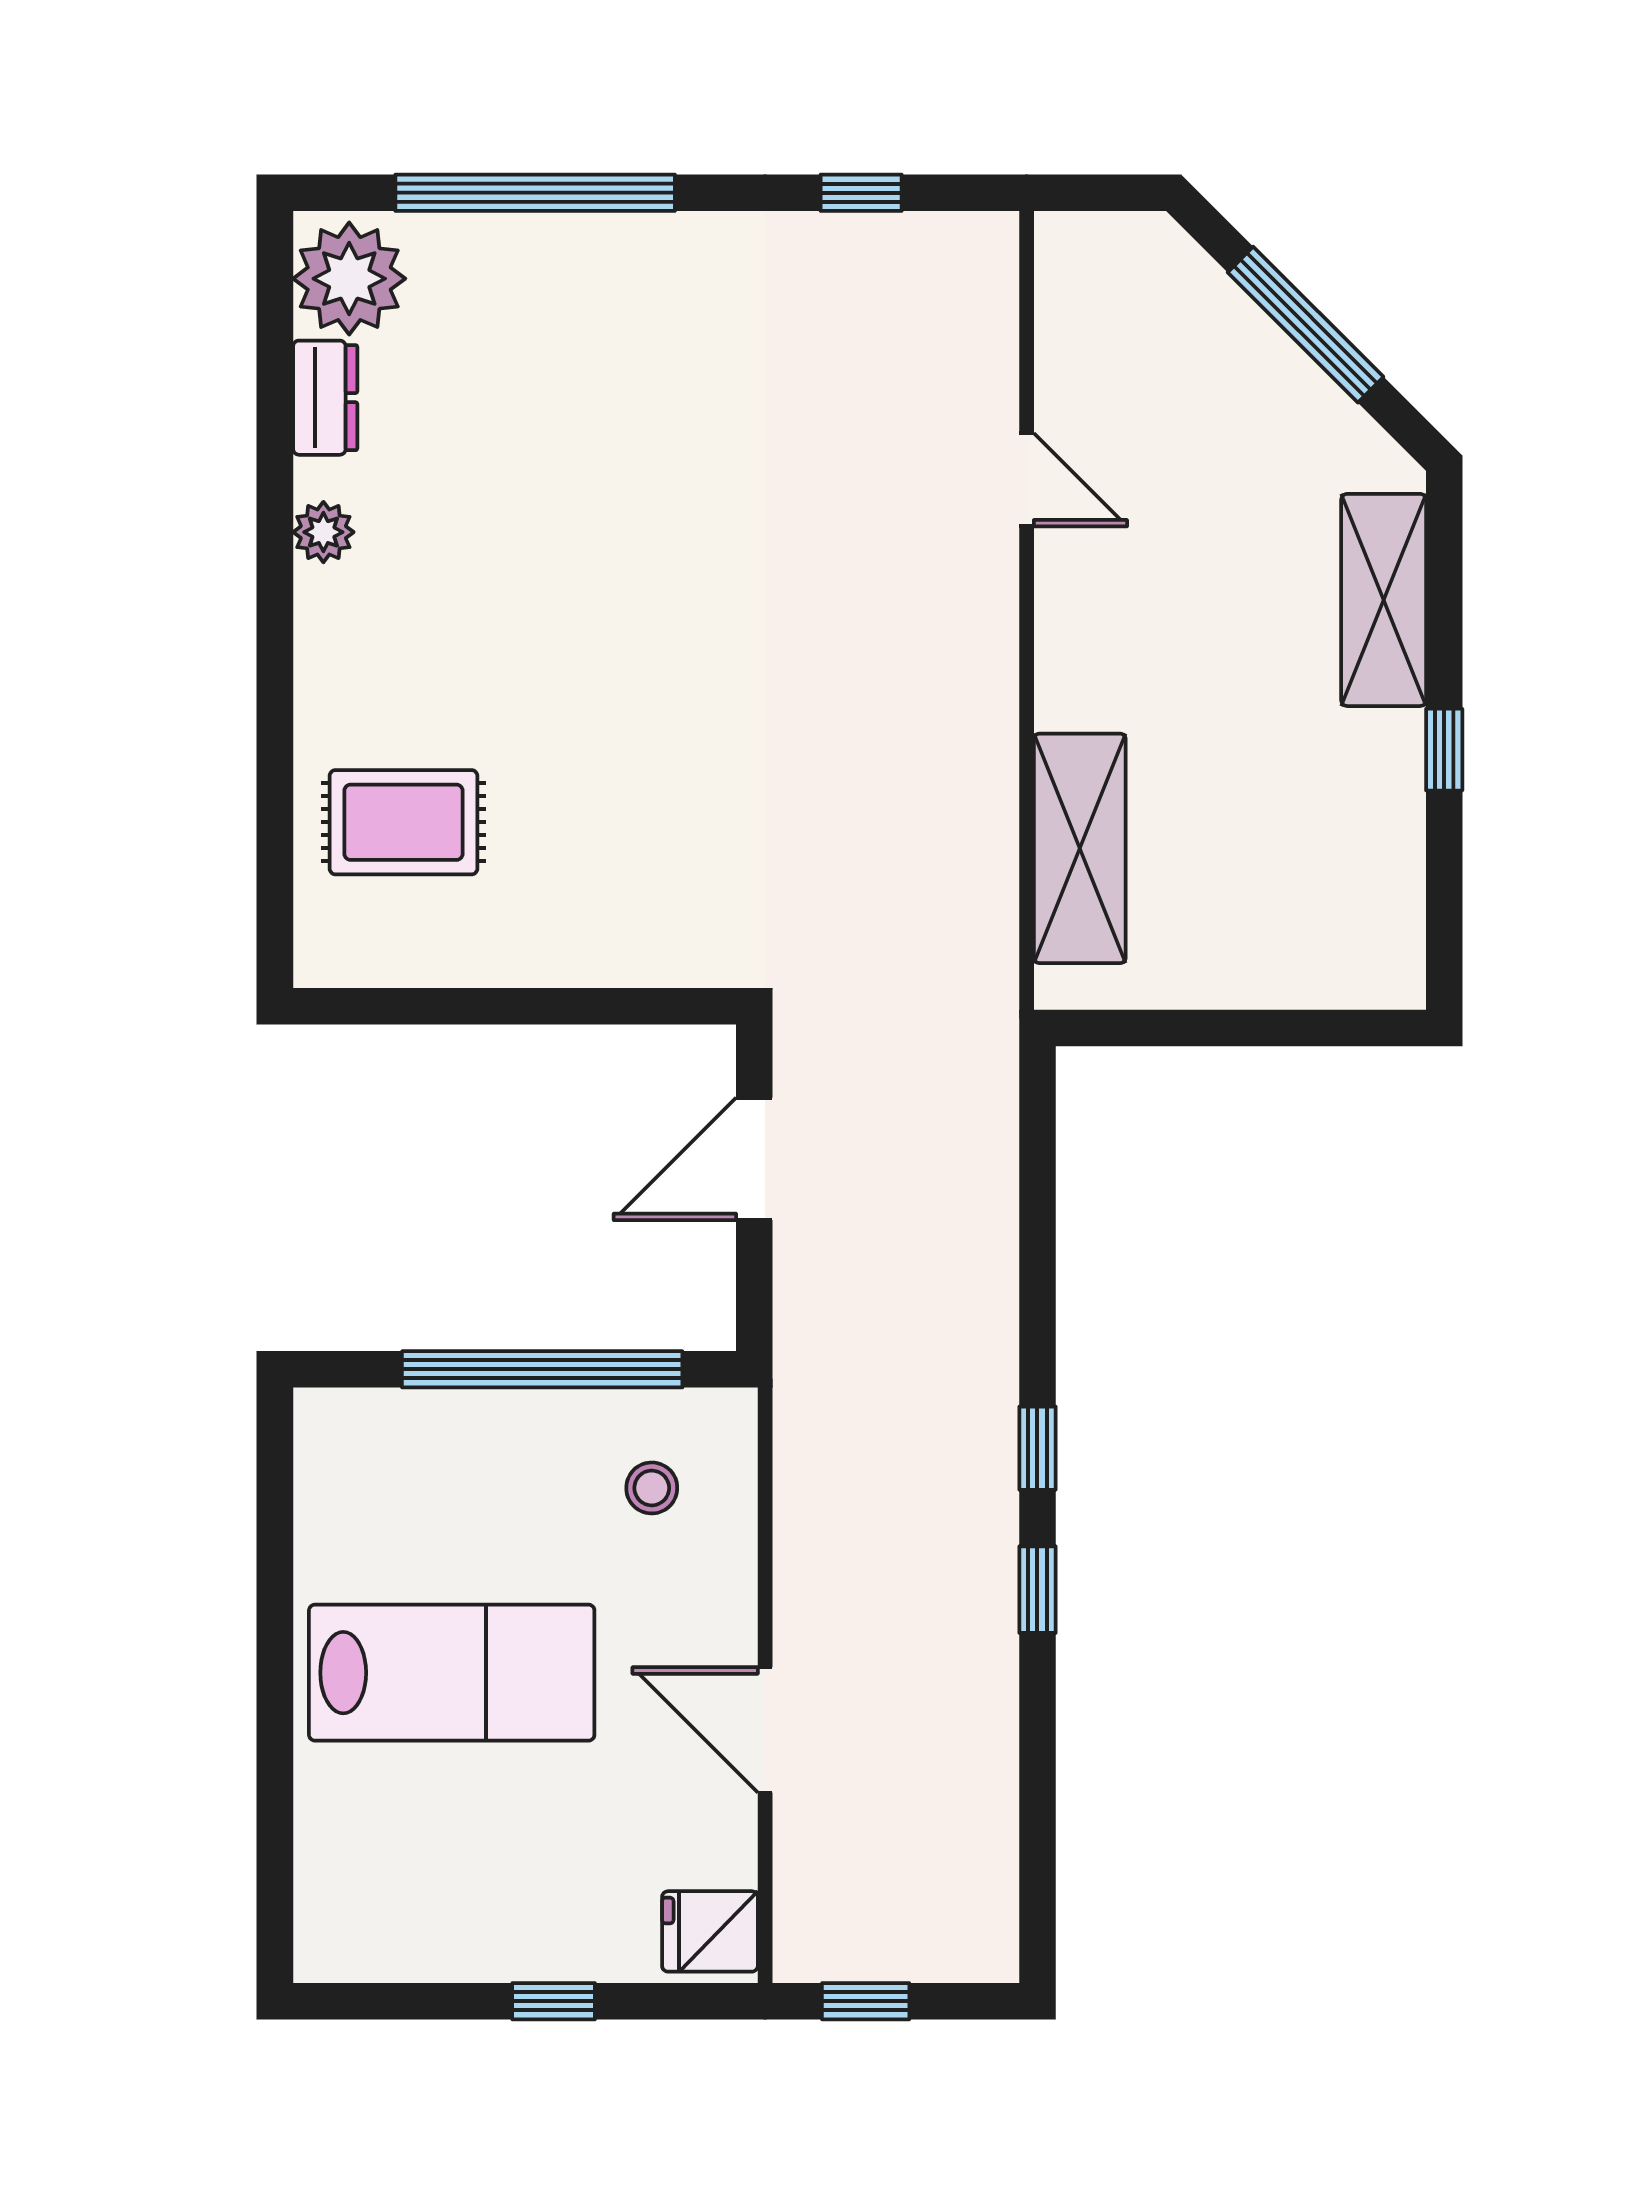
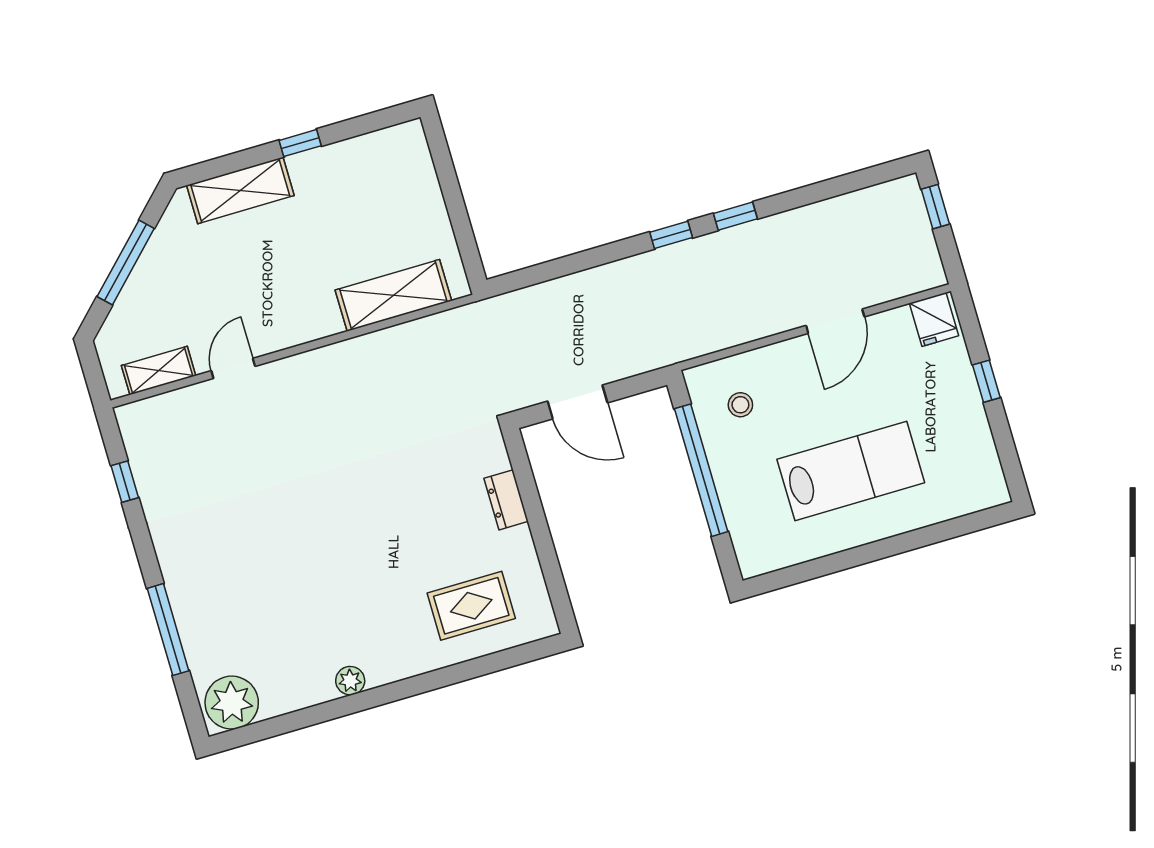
window: (535, 193) -> (168, 630), width x0.68
shelving: (1066, 327) -> (159, 371), added
dresser: (325, 398) -> (506, 500), moved, turned -90
rug: (404, 822) -> (471, 606), turned 90
lab bench: (452, 1673) -> (851, 471), turned 90
window: (866, 2001) -> (935, 207), moved

